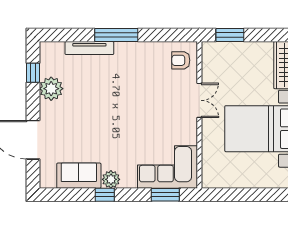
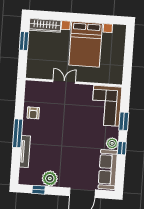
window: (230, 35) -> (24, 41), moved
armchair: (181, 60) -> (33, 113), moved
sofa: (79, 176) -> (108, 170), width x1.36
window: (165, 195) -> (124, 121), moved

